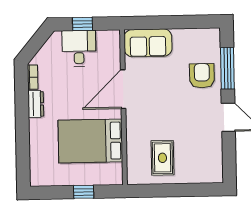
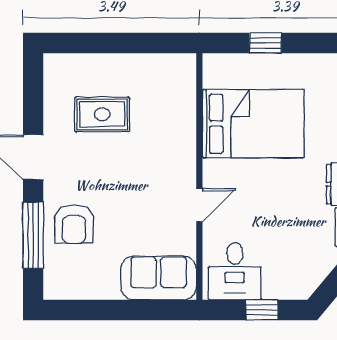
desk: (79, 48) -> (235, 271), moved
door: (123, 89) -> (199, 205), width x0.53
rug: (162, 158) -> (102, 114), moved, turned 90

